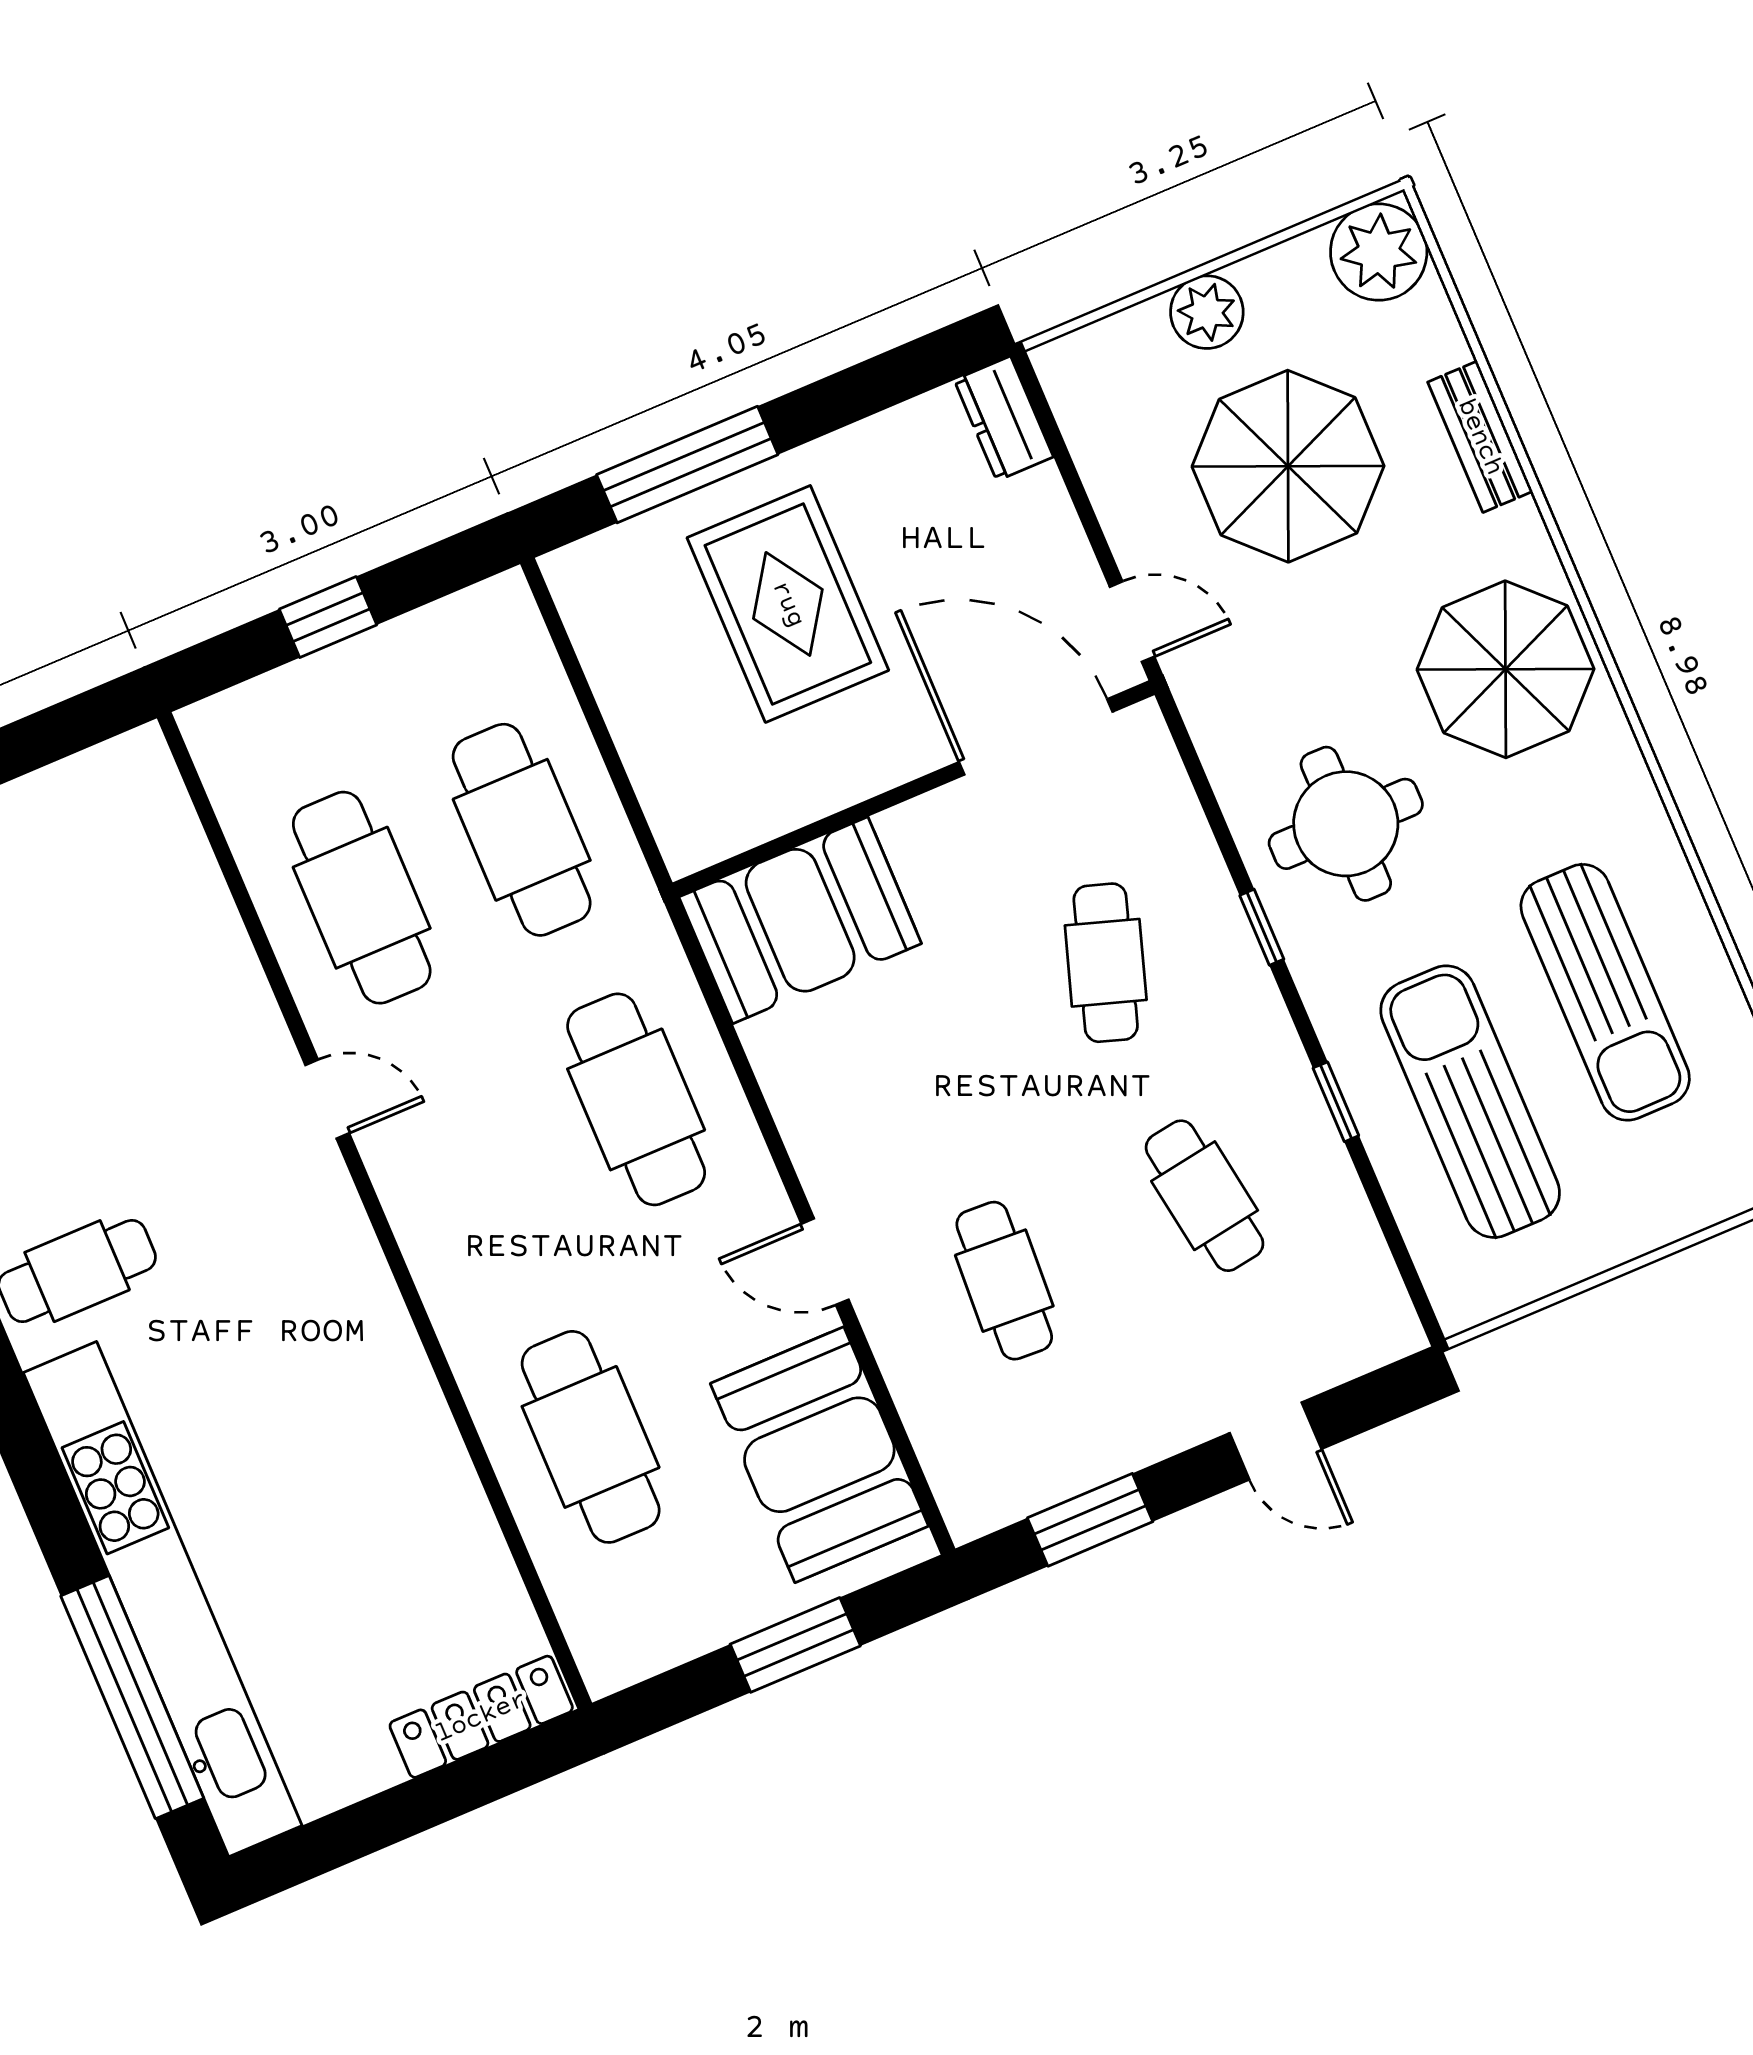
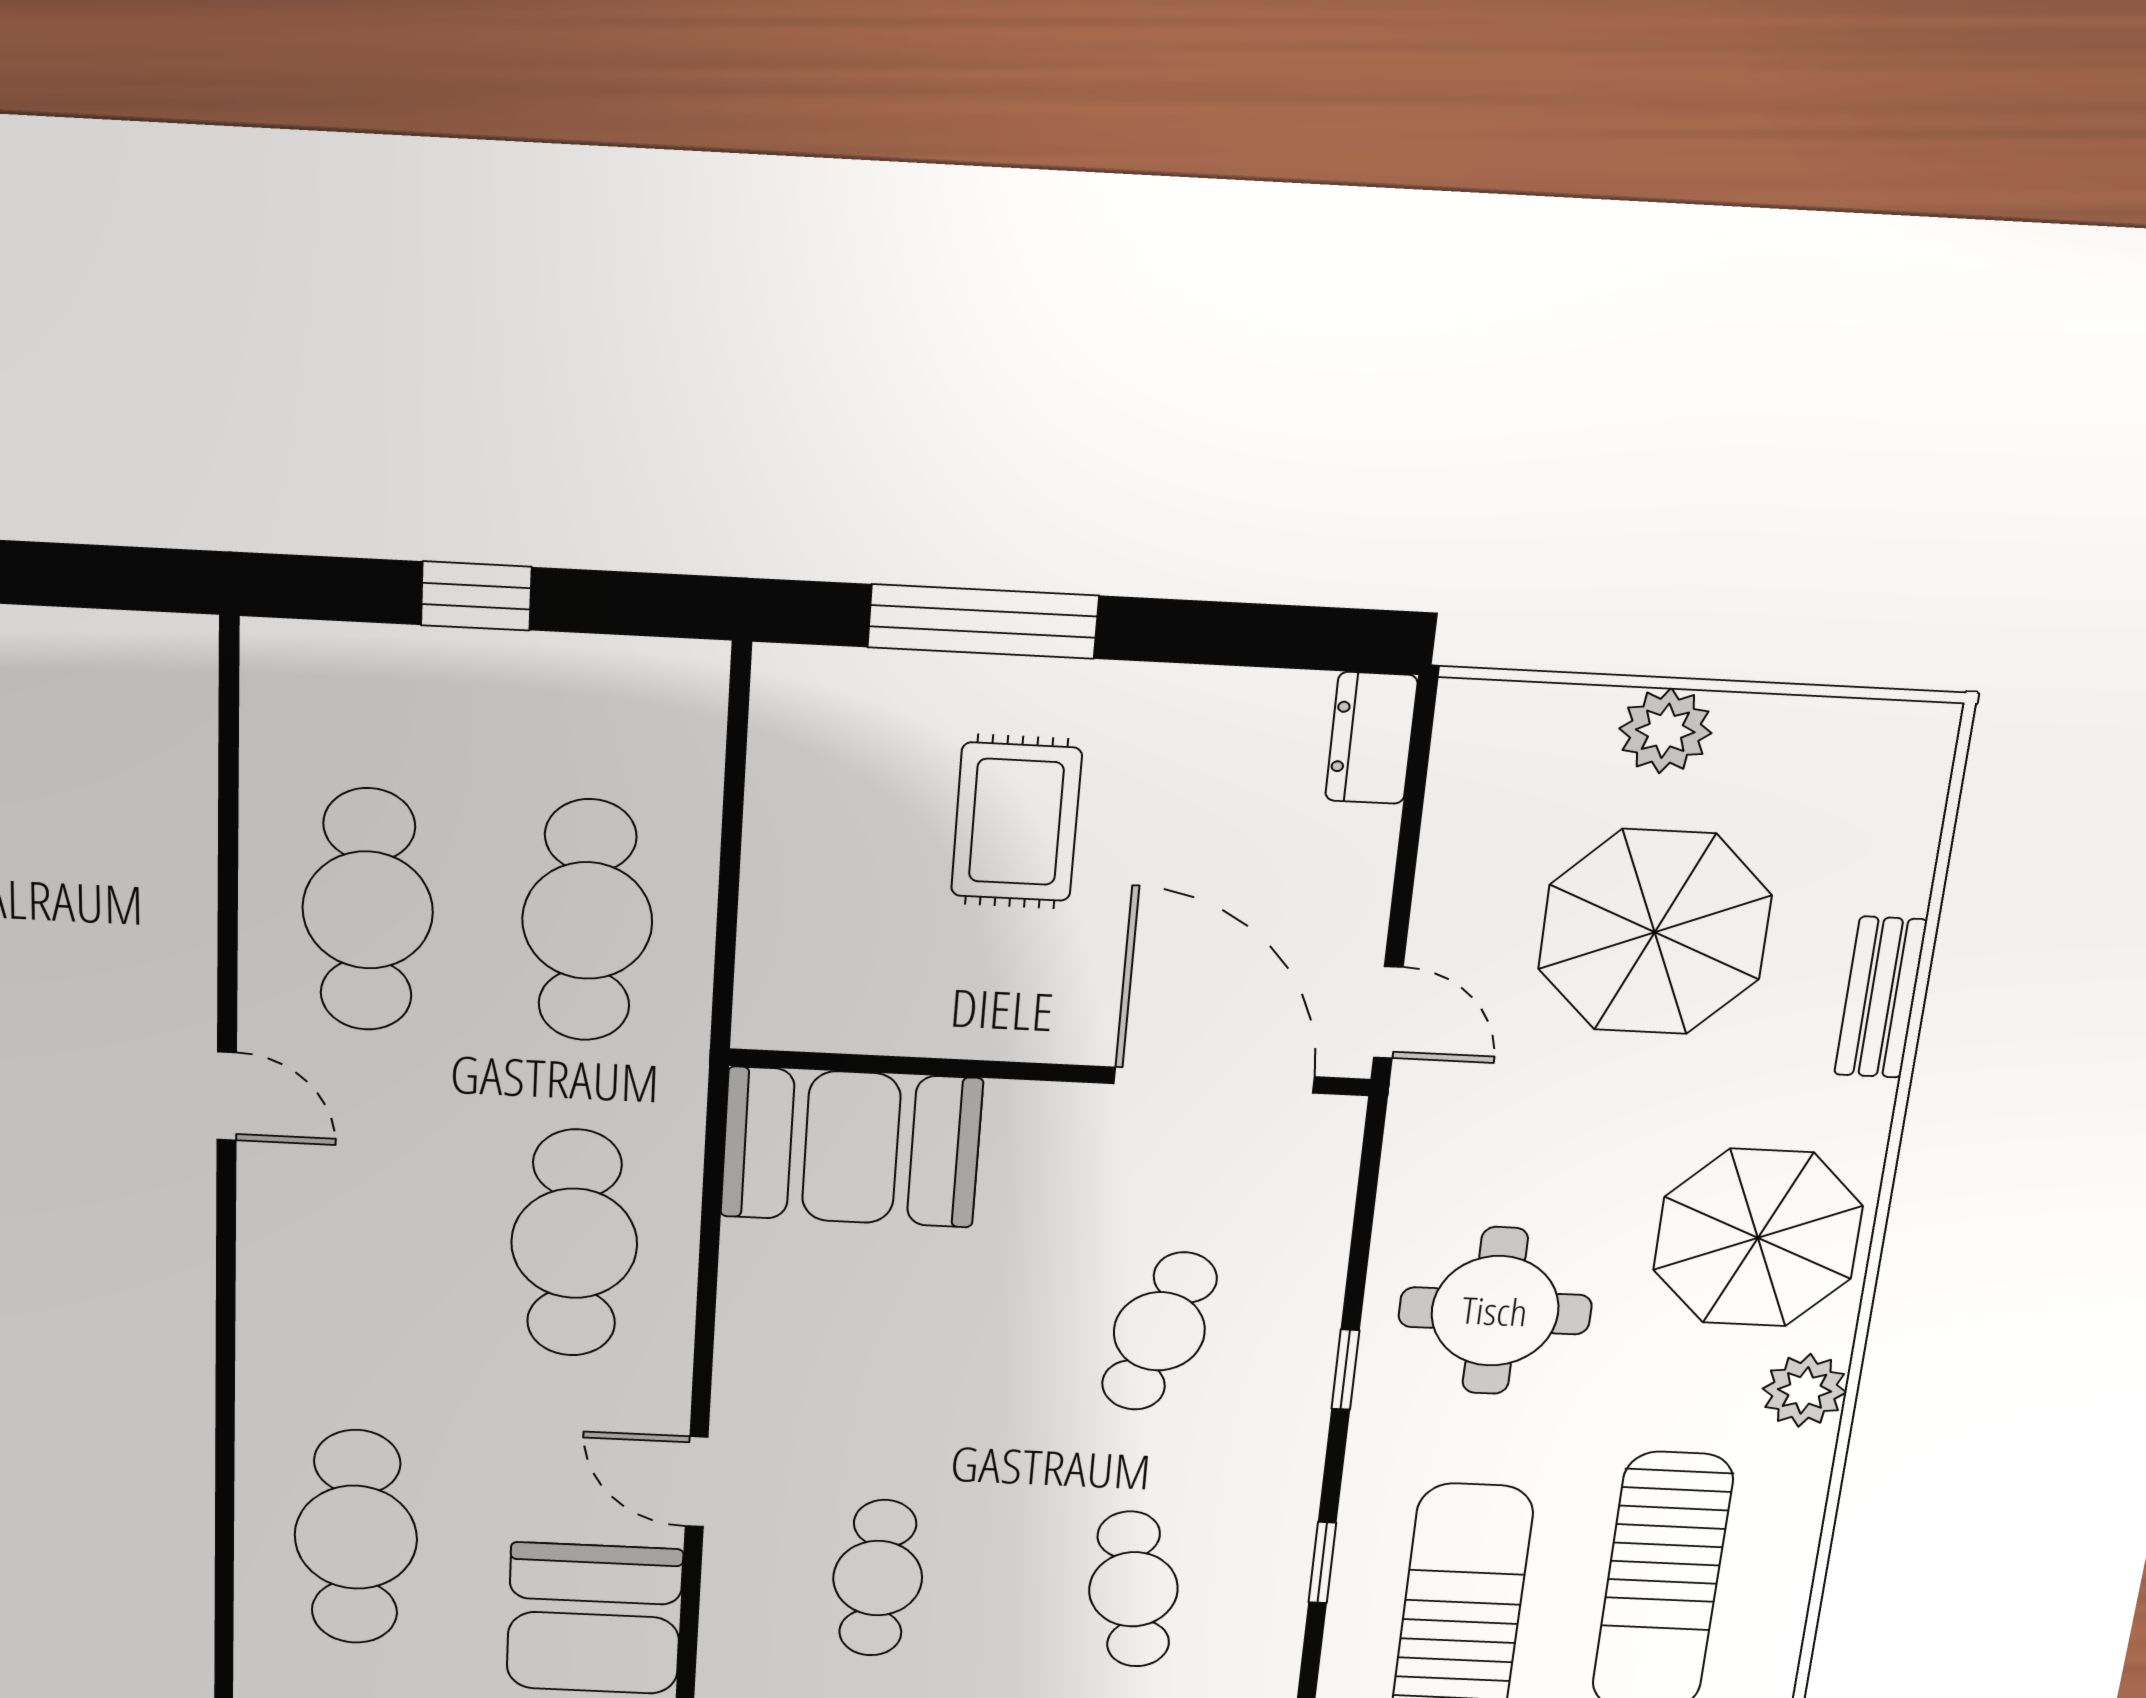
plant: (1379, 252) -> (1804, 1390), moved, width x0.73, depth x0.73
rug: (788, 604) -> (1016, 822), width x0.73, depth x0.70

